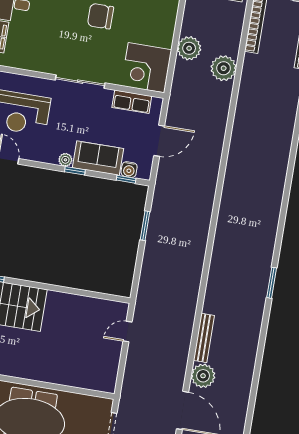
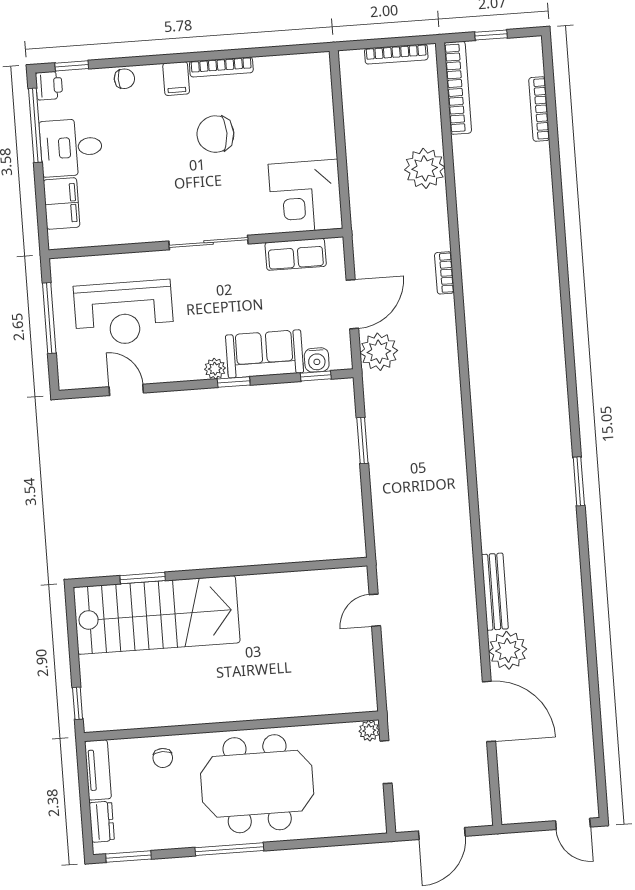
plant: (189, 48) -> (379, 352), moved
bookcase: (220, 135) -> (444, 273), added
plant: (106, 404) -> (369, 731), added

